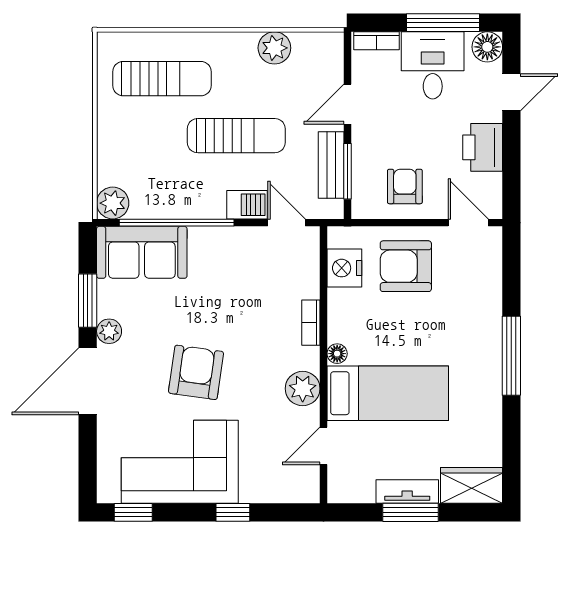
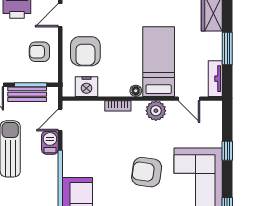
tv unit: (407, 491) -> (215, 79), moved

